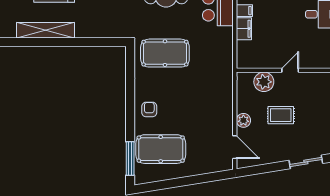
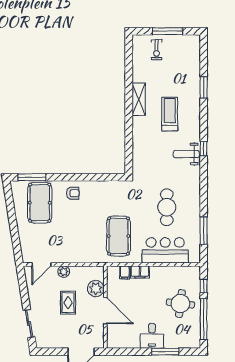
filing cabinet: (244, 11) -> (125, 272), moved
shelving: (45, 30) -> (139, 99), width x0.68
pool table: (165, 53) -> (119, 236), moved
door: (290, 70) -> (105, 311), width x1.88

